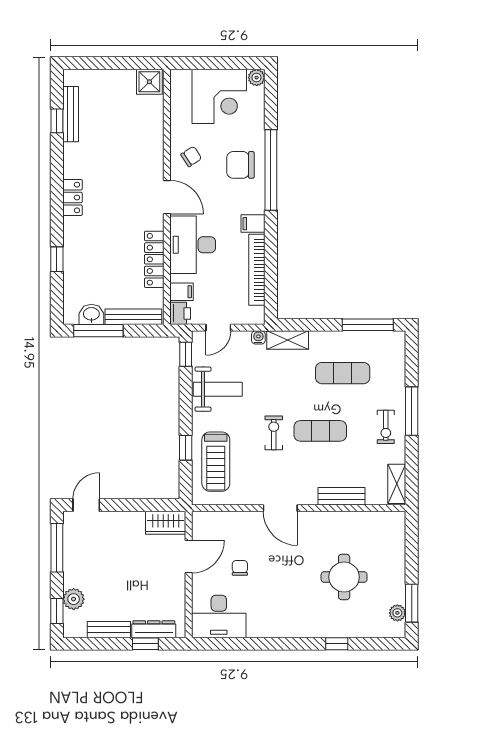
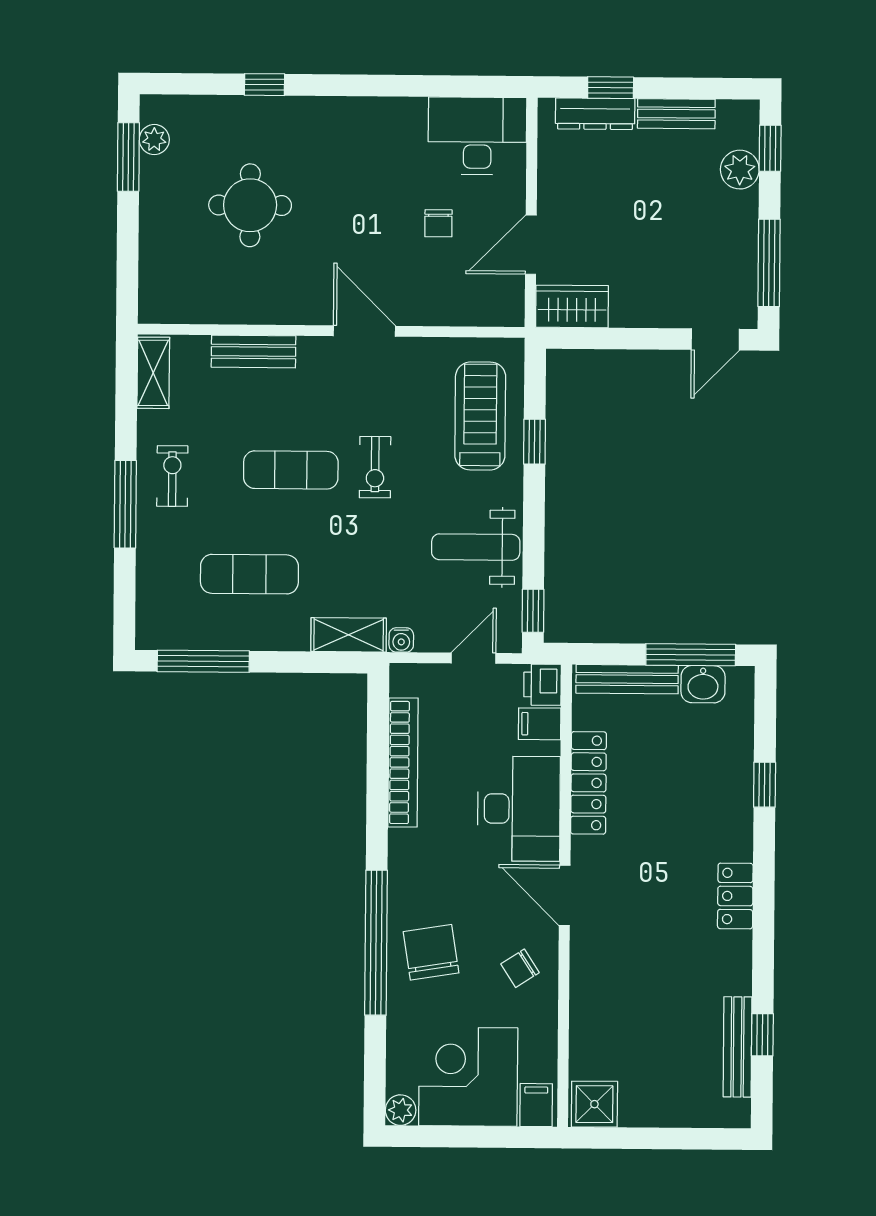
chair: (240, 165) -> (431, 952), turned -99
filing cabinet: (253, 224) -> (536, 1105), moved, turned -90

